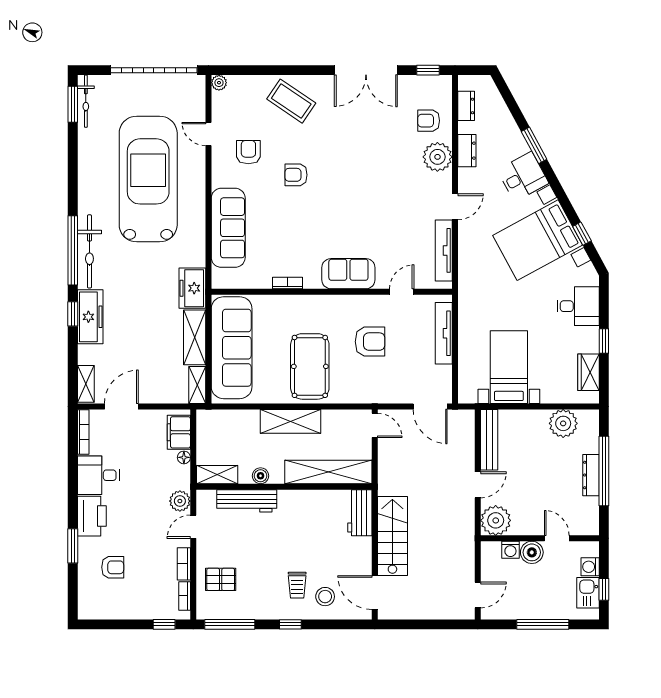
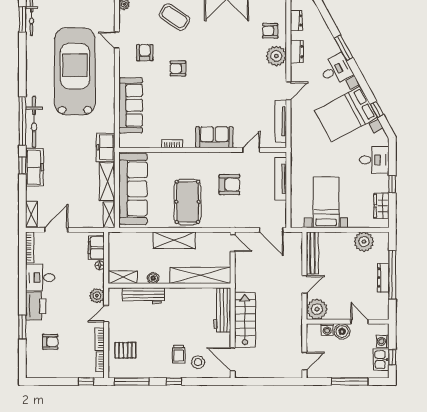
workbench: (360, 513) -> (222, 310), width x1.38

